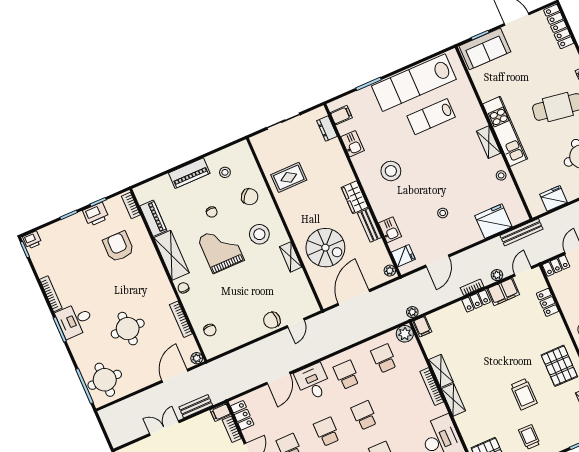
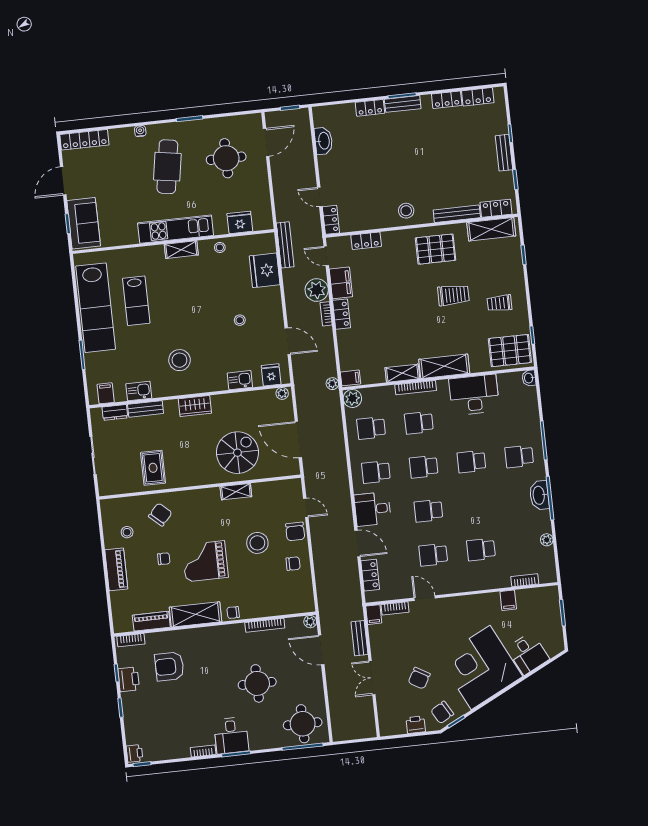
fridge: (553, 198) -> (240, 222), moved, turned 90
bench: (369, 225) -> (145, 409), moved
stool: (259, 234) -> (257, 543), moved
plant: (497, 275) -> (317, 290), width x1.88, depth x1.88
bookcase: (51, 294) -> (203, 751), width x0.64
chair: (210, 330) -> (293, 564), moved
school desk: (402, 399) -> (419, 423), added
shelving: (453, 400) -> (444, 366), width x1.50, depth x1.33
locker: (242, 415) -> (370, 575), moved, turned 90

